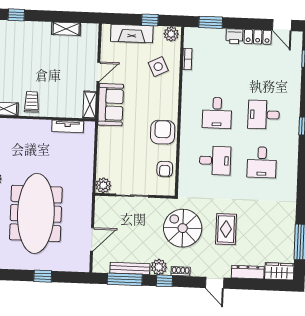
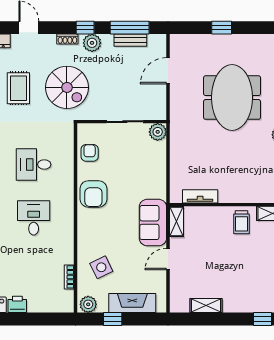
window: (211, 22) -> (44, 319), removed
meeting table: (36, 213) -> (232, 98), width x0.73
bench: (130, 268) -> (130, 40), width x0.73

